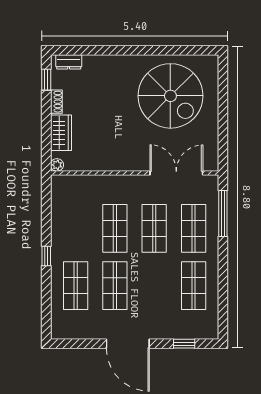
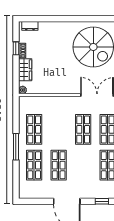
window: (46, 80) -> (16, 48), moved
shop shelf: (115, 228) -> (34, 129), moved
window: (46, 256) -> (16, 147), width x2.17

